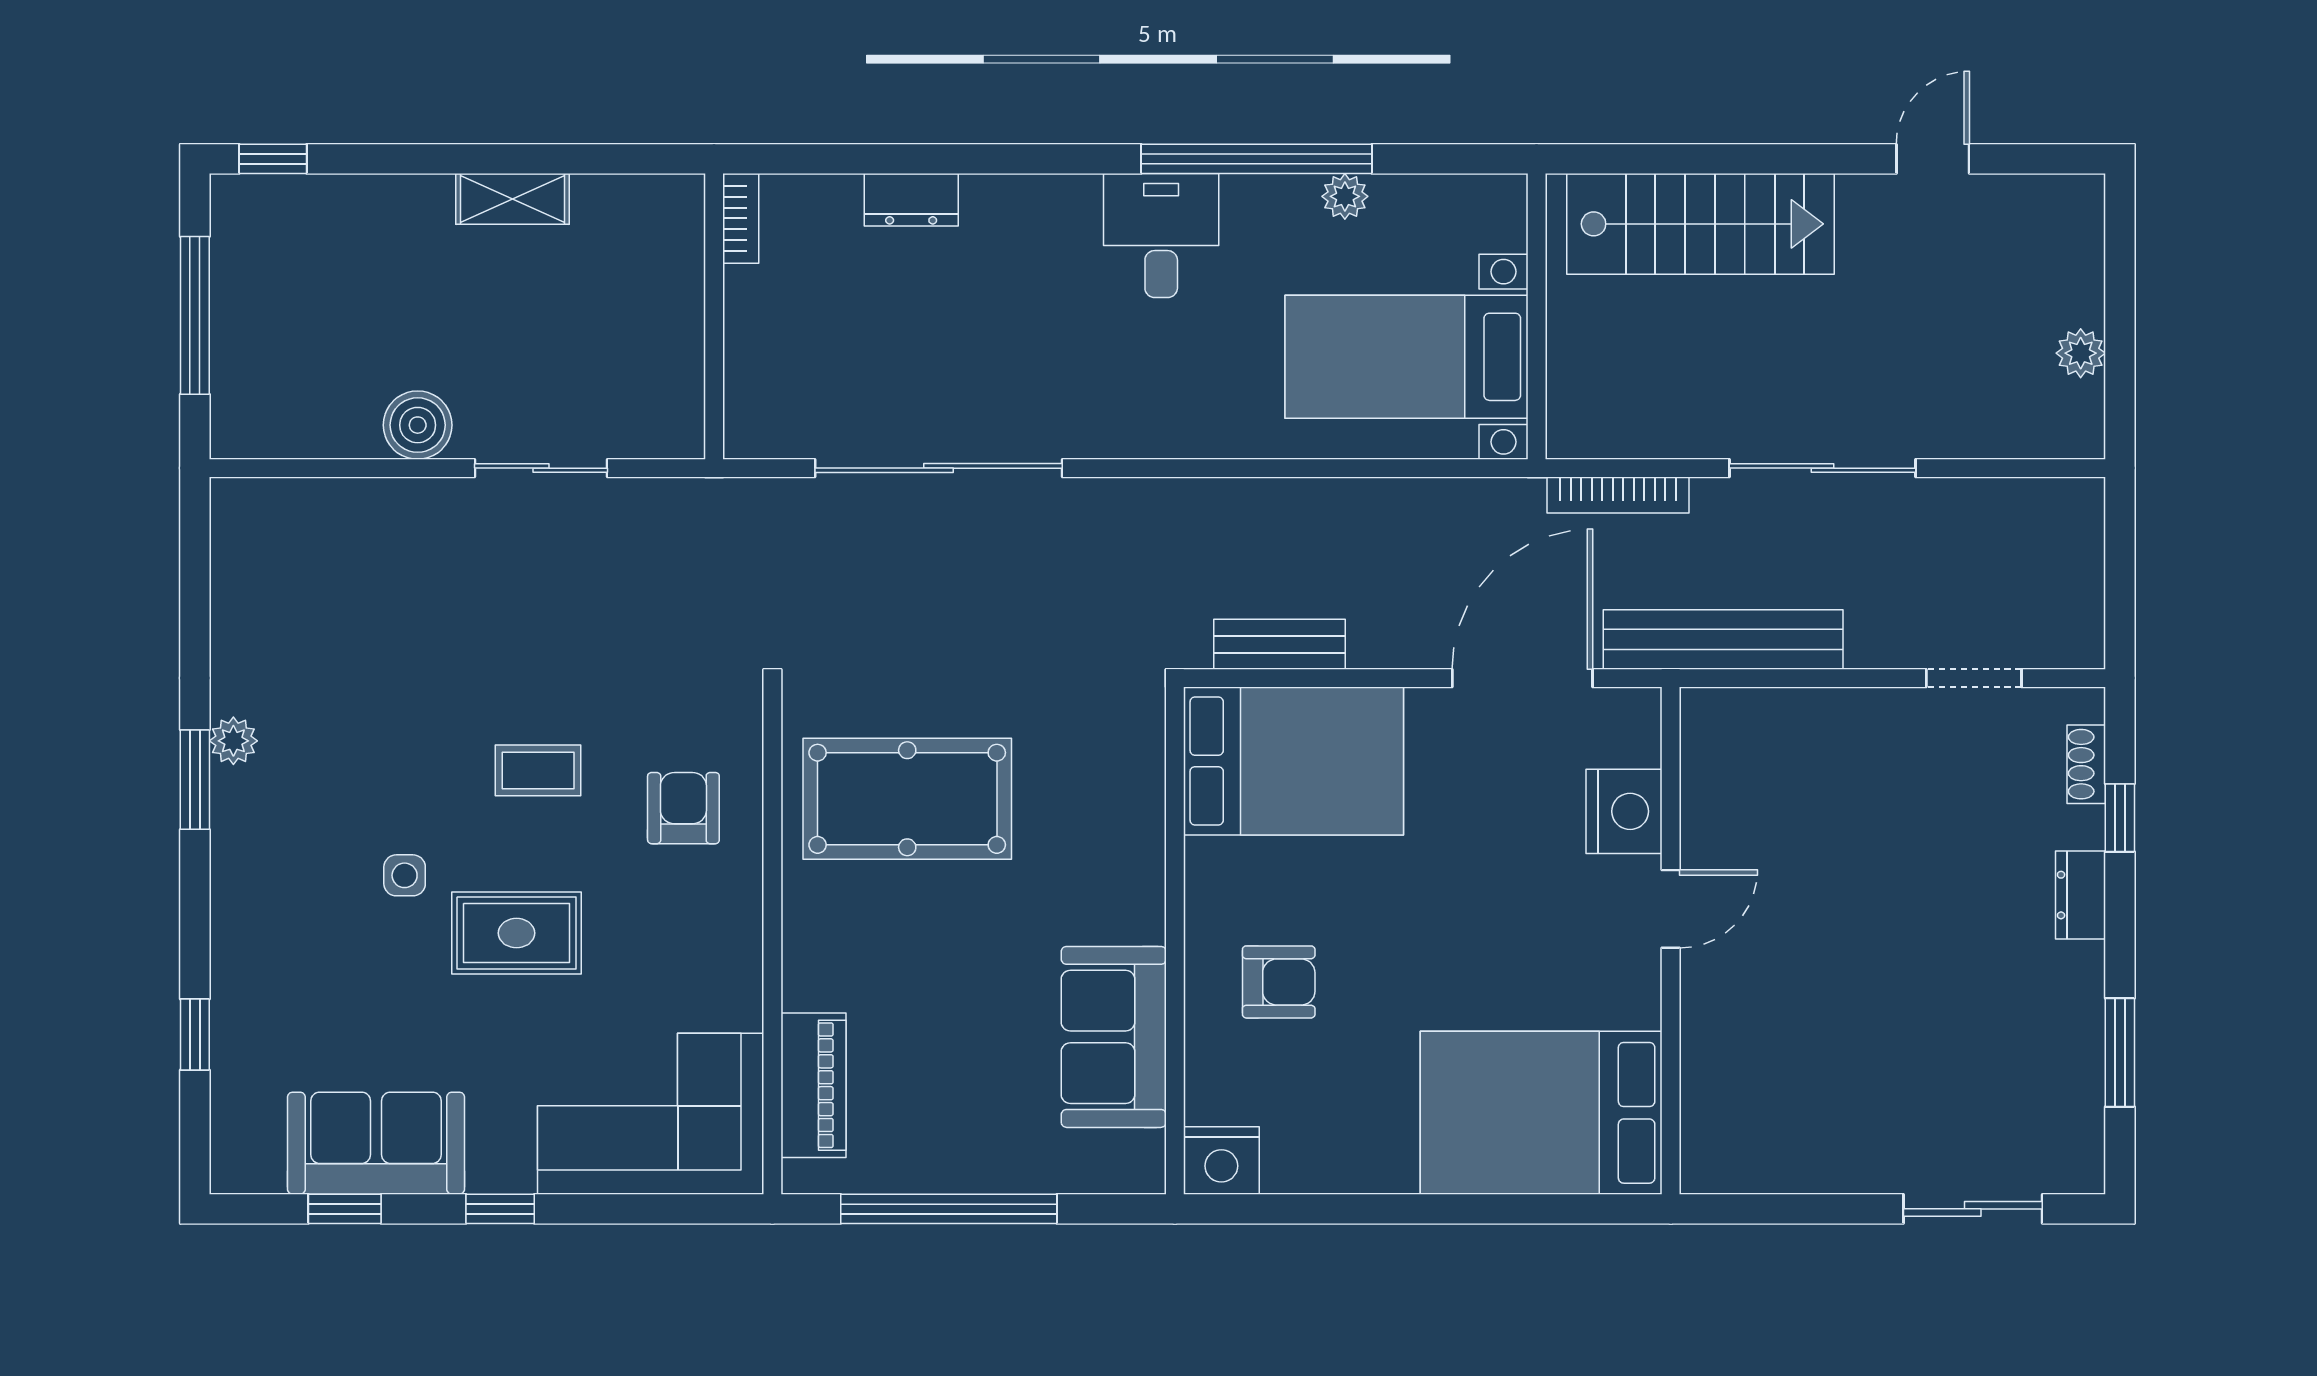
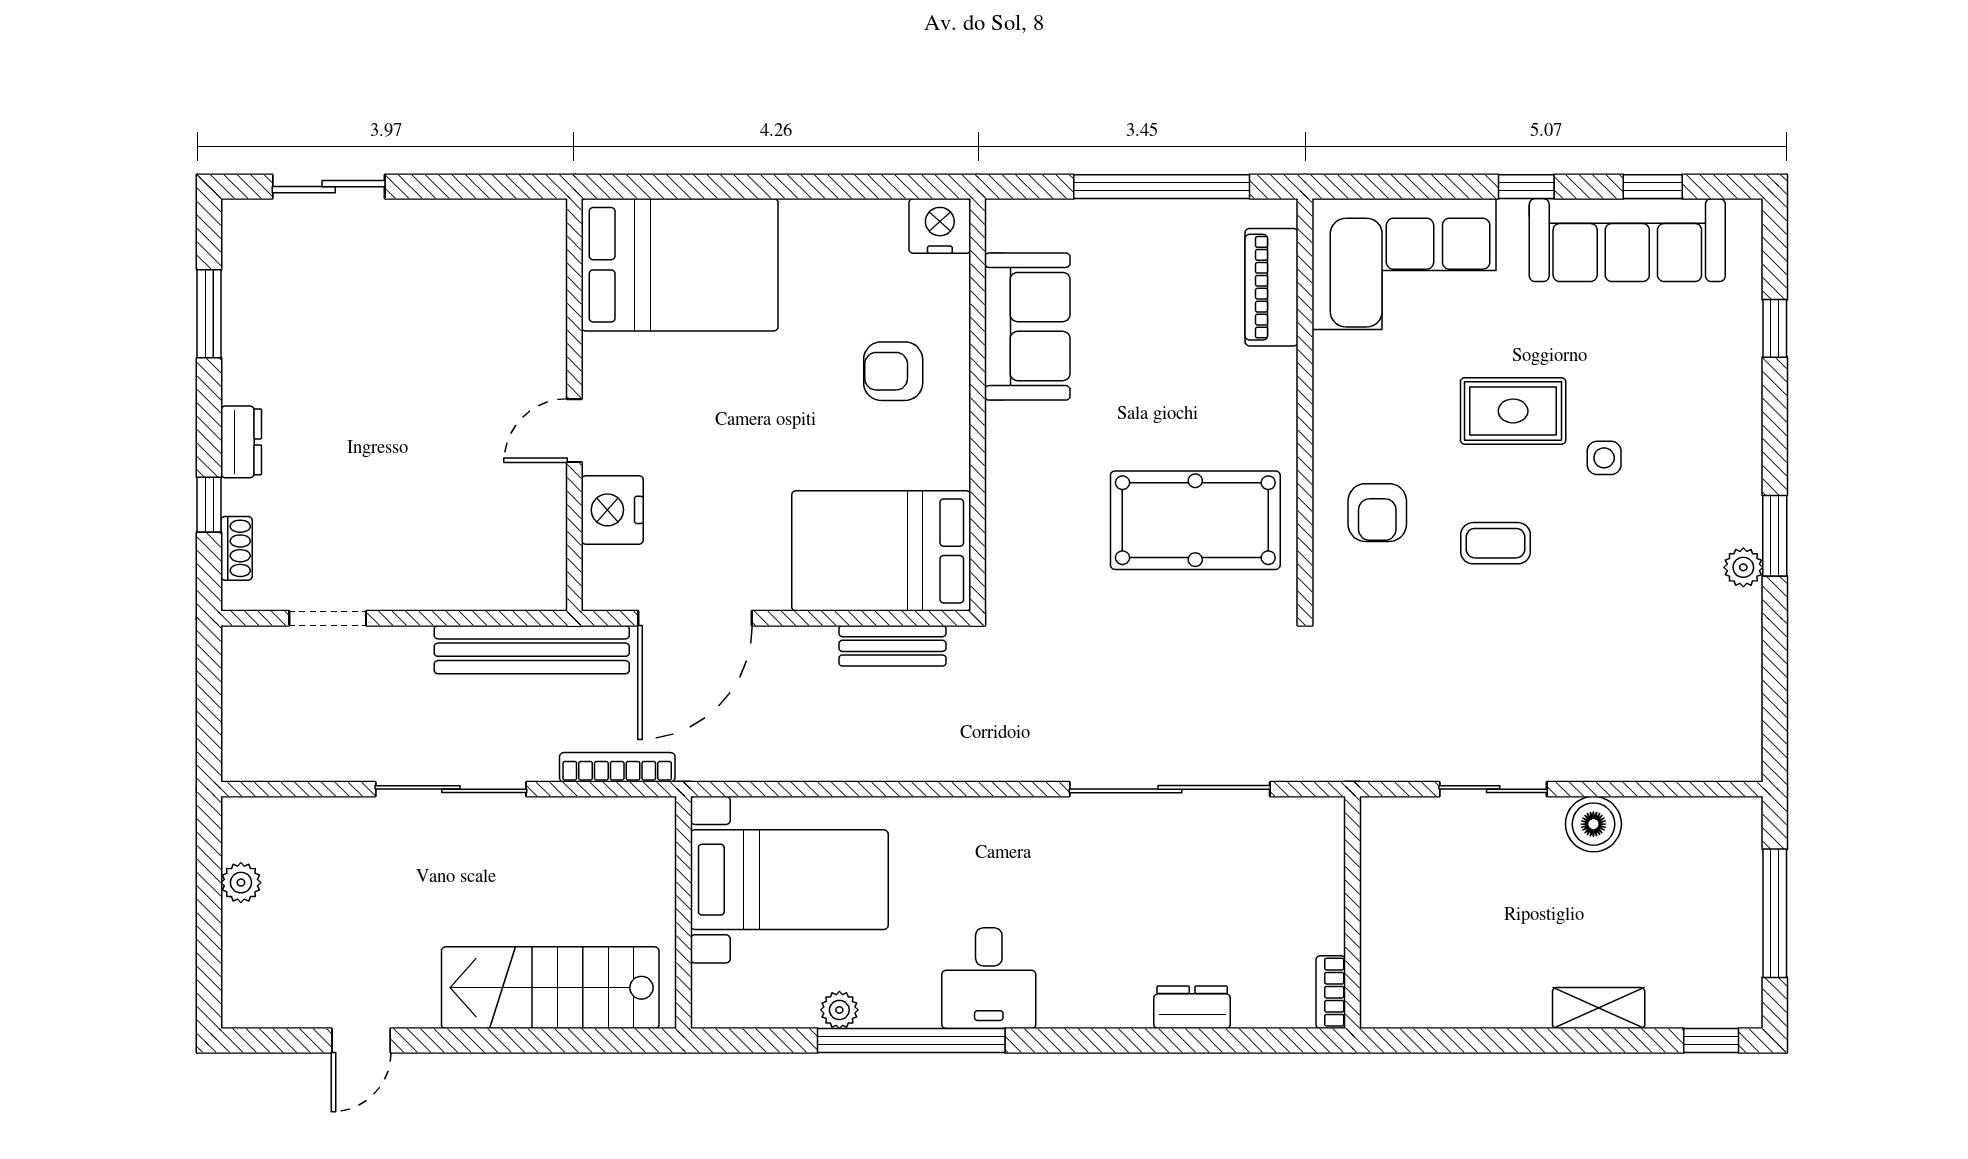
shelving: (512, 199) -> (1599, 1008), moved
sofa: (376, 1143) -> (1627, 240), width x1.36

